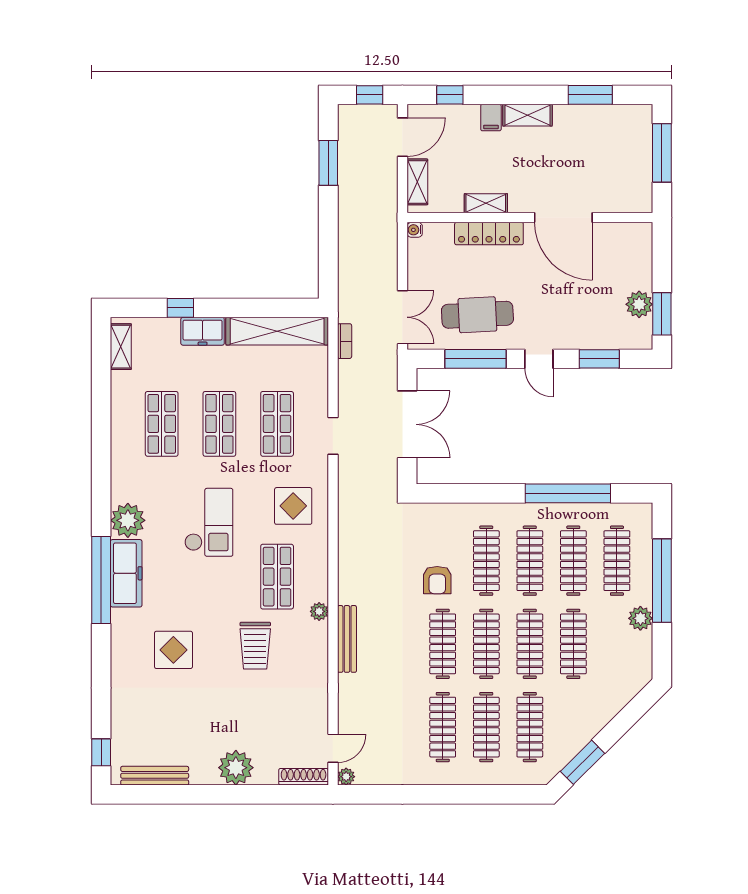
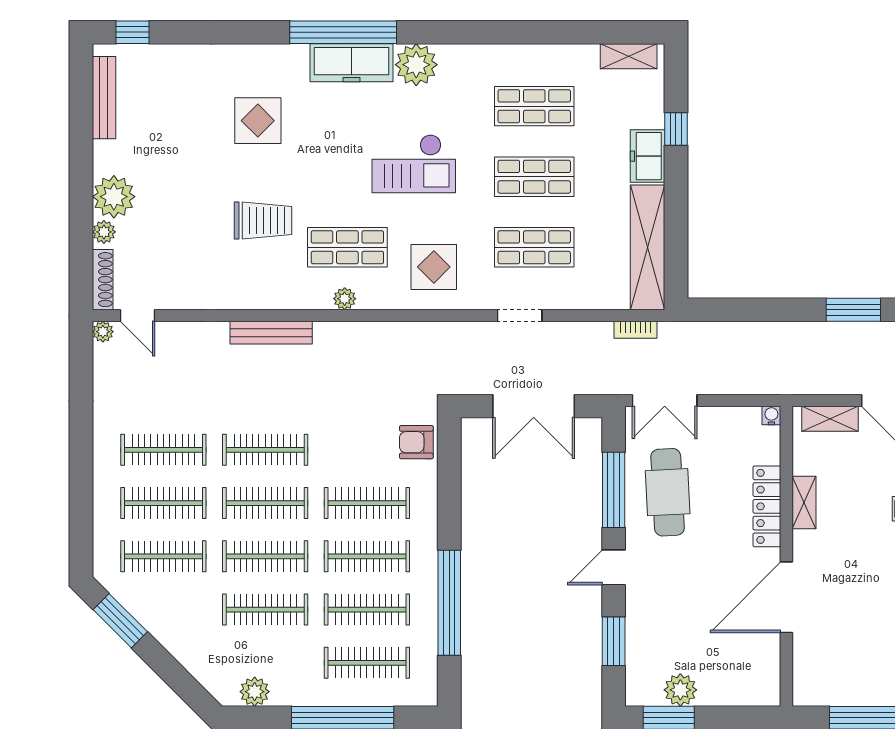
armchair: (437, 580) -> (416, 442), moved
plant: (319, 611) -> (345, 299), moved
plant: (640, 618) -> (255, 692), moved
trolley: (255, 646) -> (263, 221), turned 180
plant: (265, 776) -> (104, 232), added

